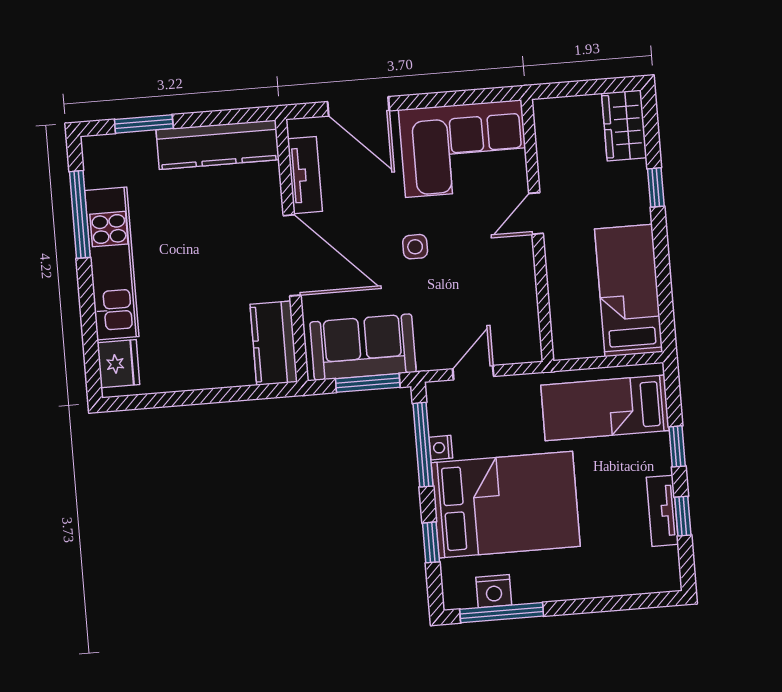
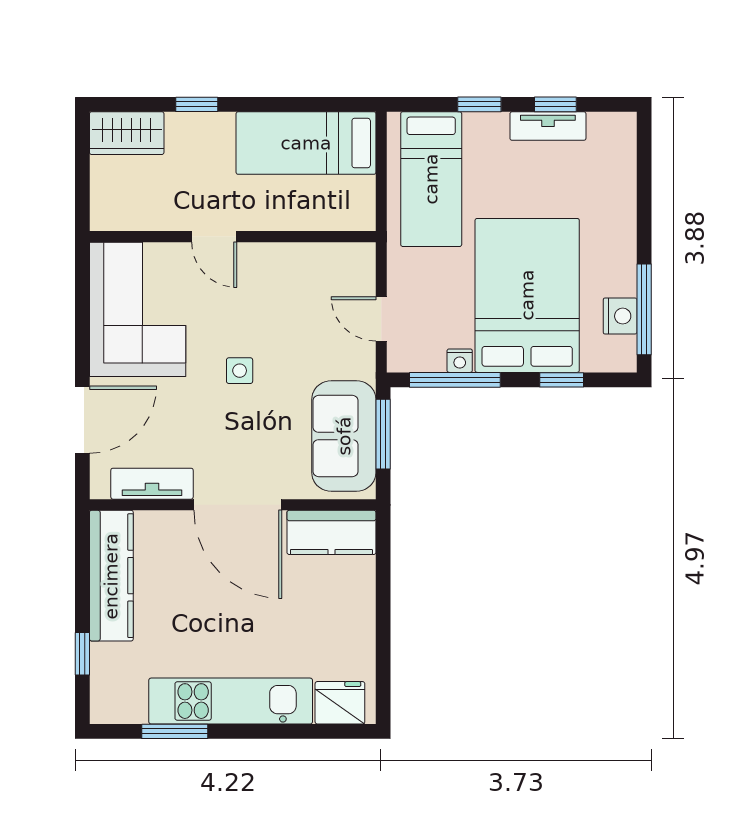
window: (144, 124) -> (82, 654), width x0.67
window: (80, 214) -> (175, 731), width x0.69
door: (292, 255) -> (238, 505), swing flipped

